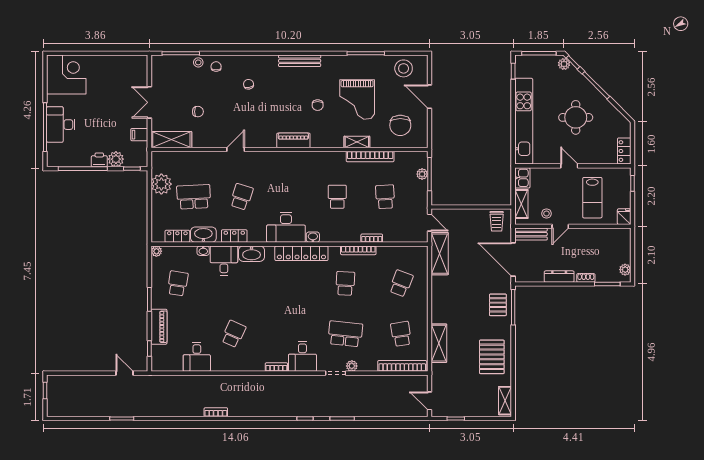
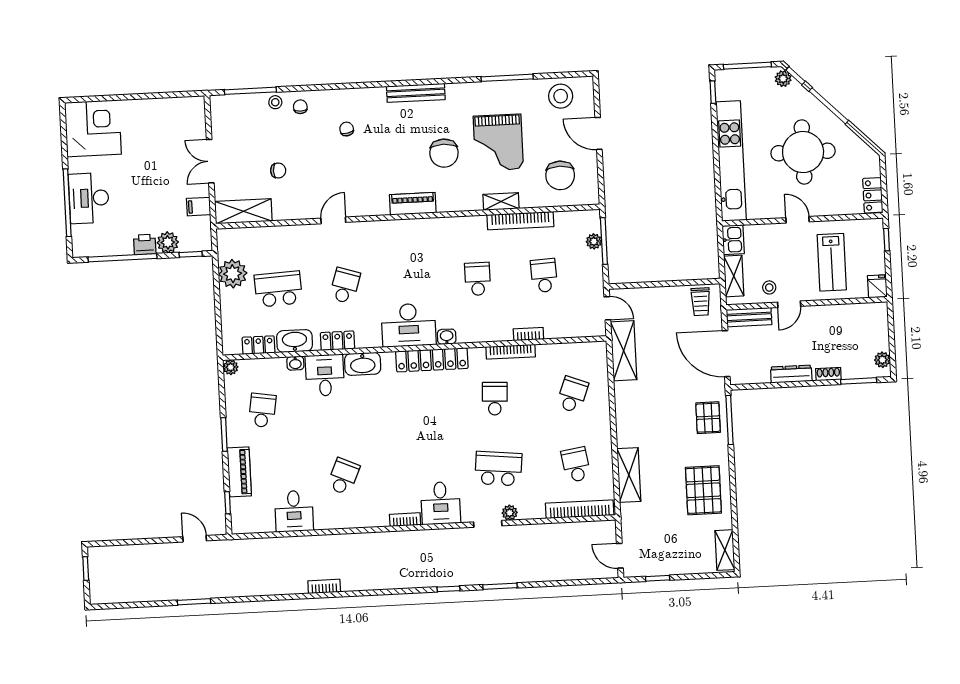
chair: (318, 105) -> (444, 153), width x1.87, depth x1.87
round table: (576, 117) -> (803, 152), width x1.36, depth x1.36

